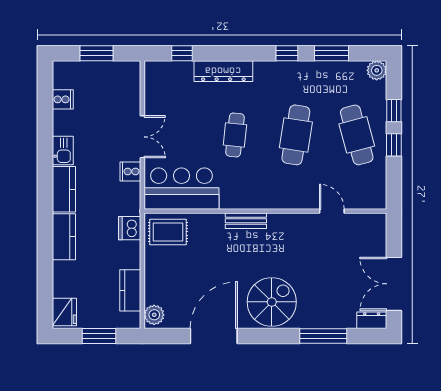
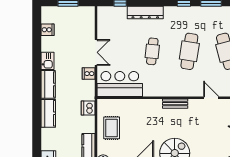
bench: (246, 221) -> (175, 104), moved
rug: (168, 232) -> (112, 128), moved, turned 90

